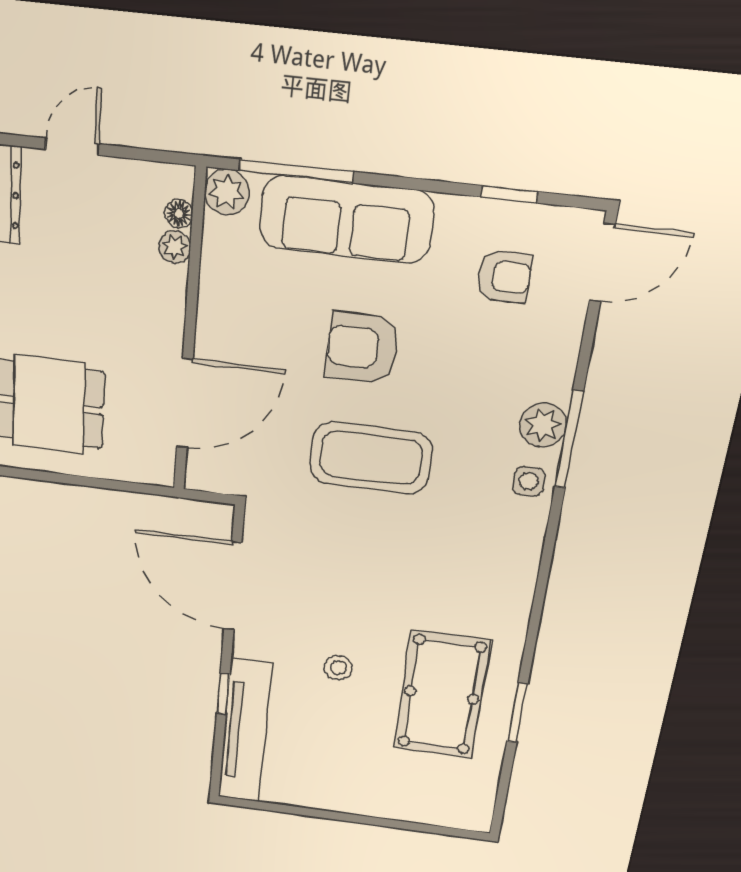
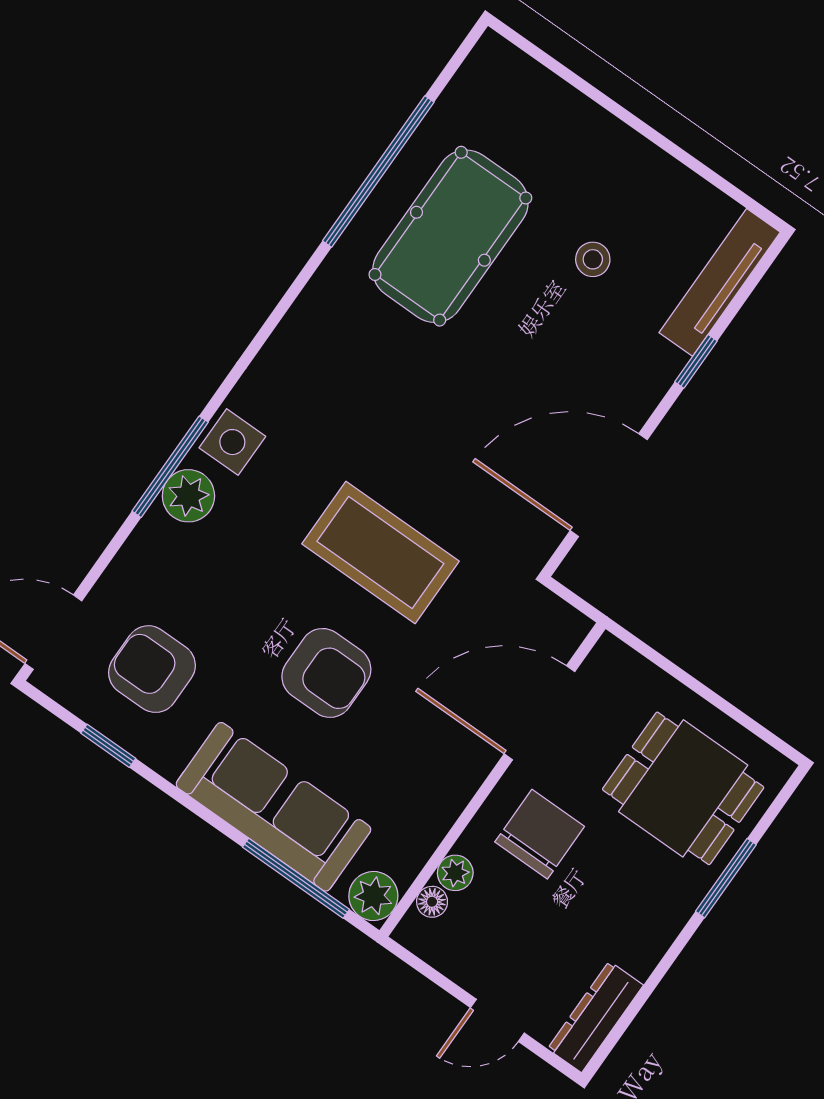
armchair: (504, 277) -> (152, 669), width x1.38, depth x1.38
chair: (130, 313) -> (540, 834), added
side table: (529, 481) -> (232, 442), width x1.37, depth x1.37
door: (233, 586) -> (609, 485), swing flipped
stool: (338, 668) -> (593, 259), moved
window: (517, 713) -> (378, 172), width x2.11
tv unit: (245, 731) -> (720, 282), width x0.73, depth x0.78

